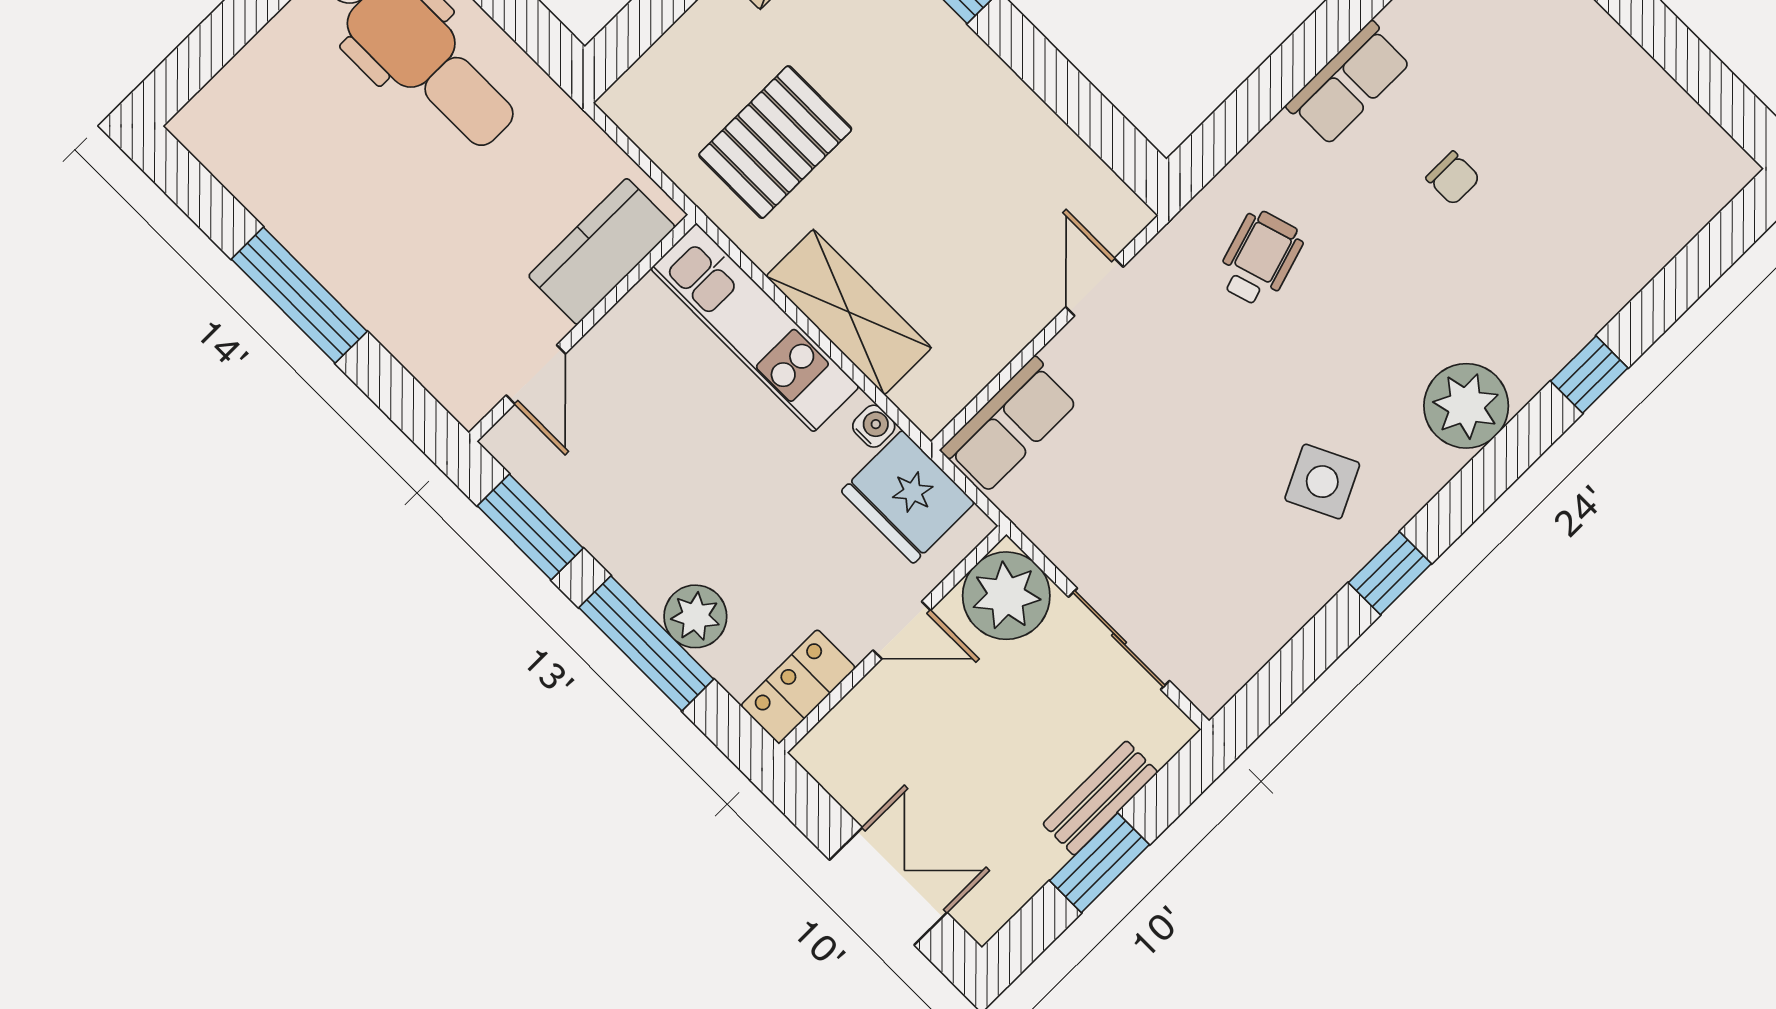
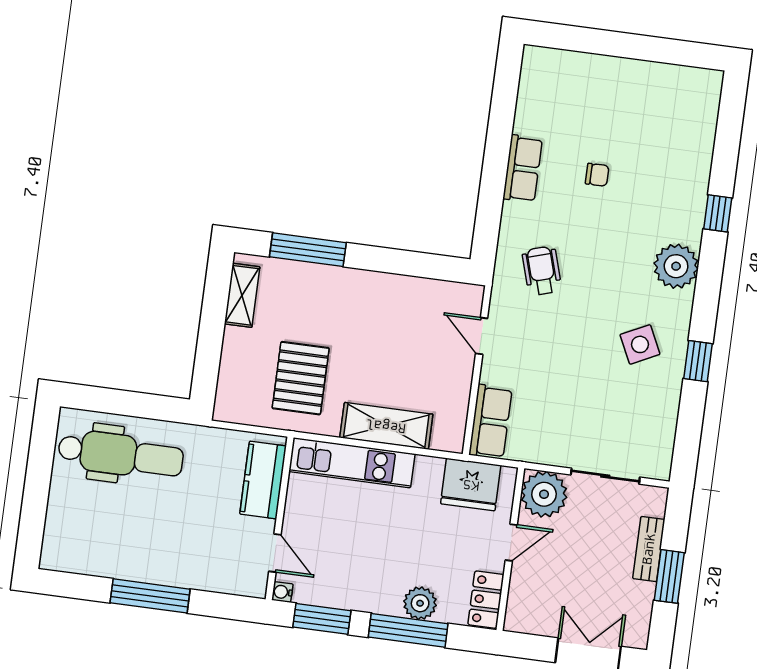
water cooler: (874, 426) -> (282, 592), moved, turned -90

